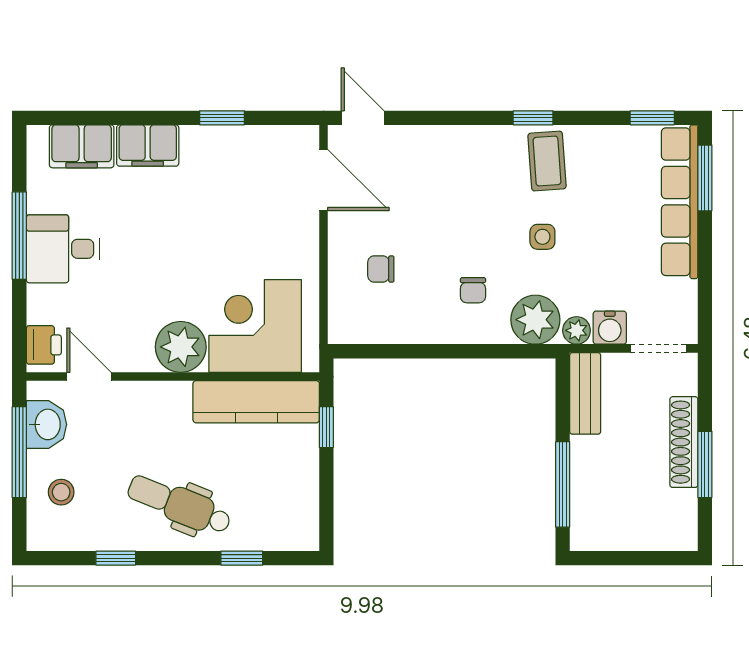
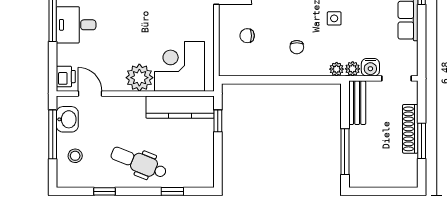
plant: (535, 320) -> (337, 69), width x0.53, depth x0.53

